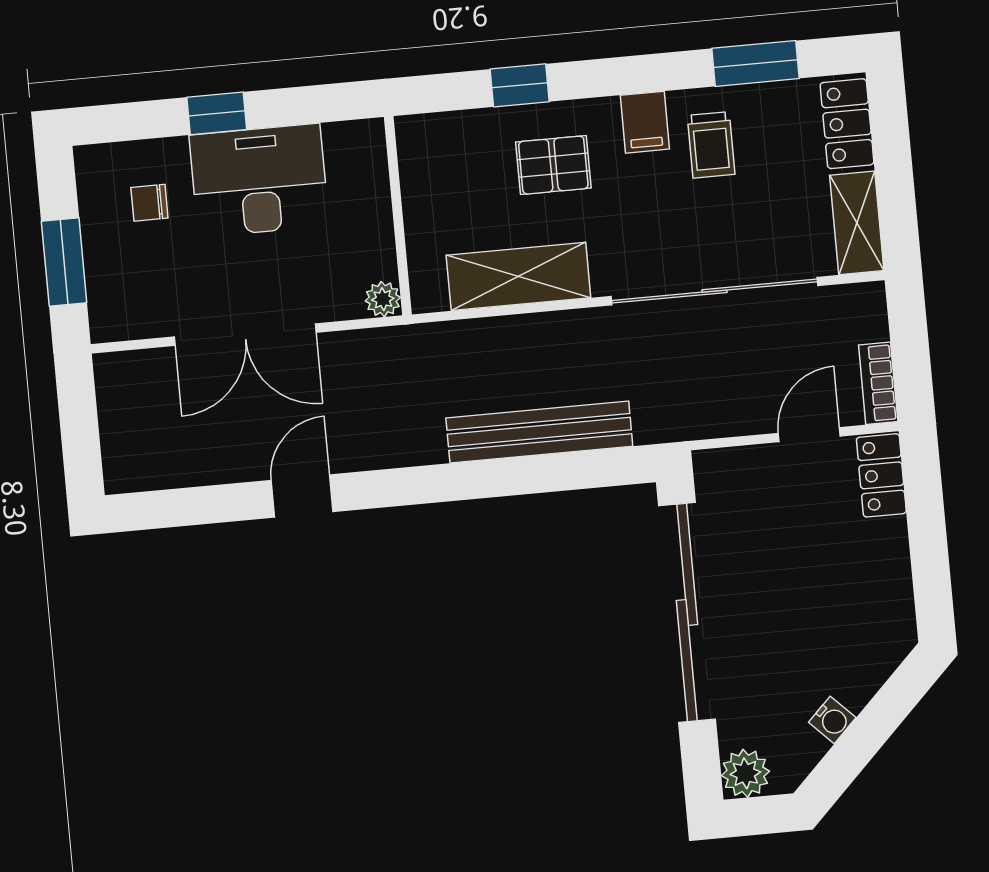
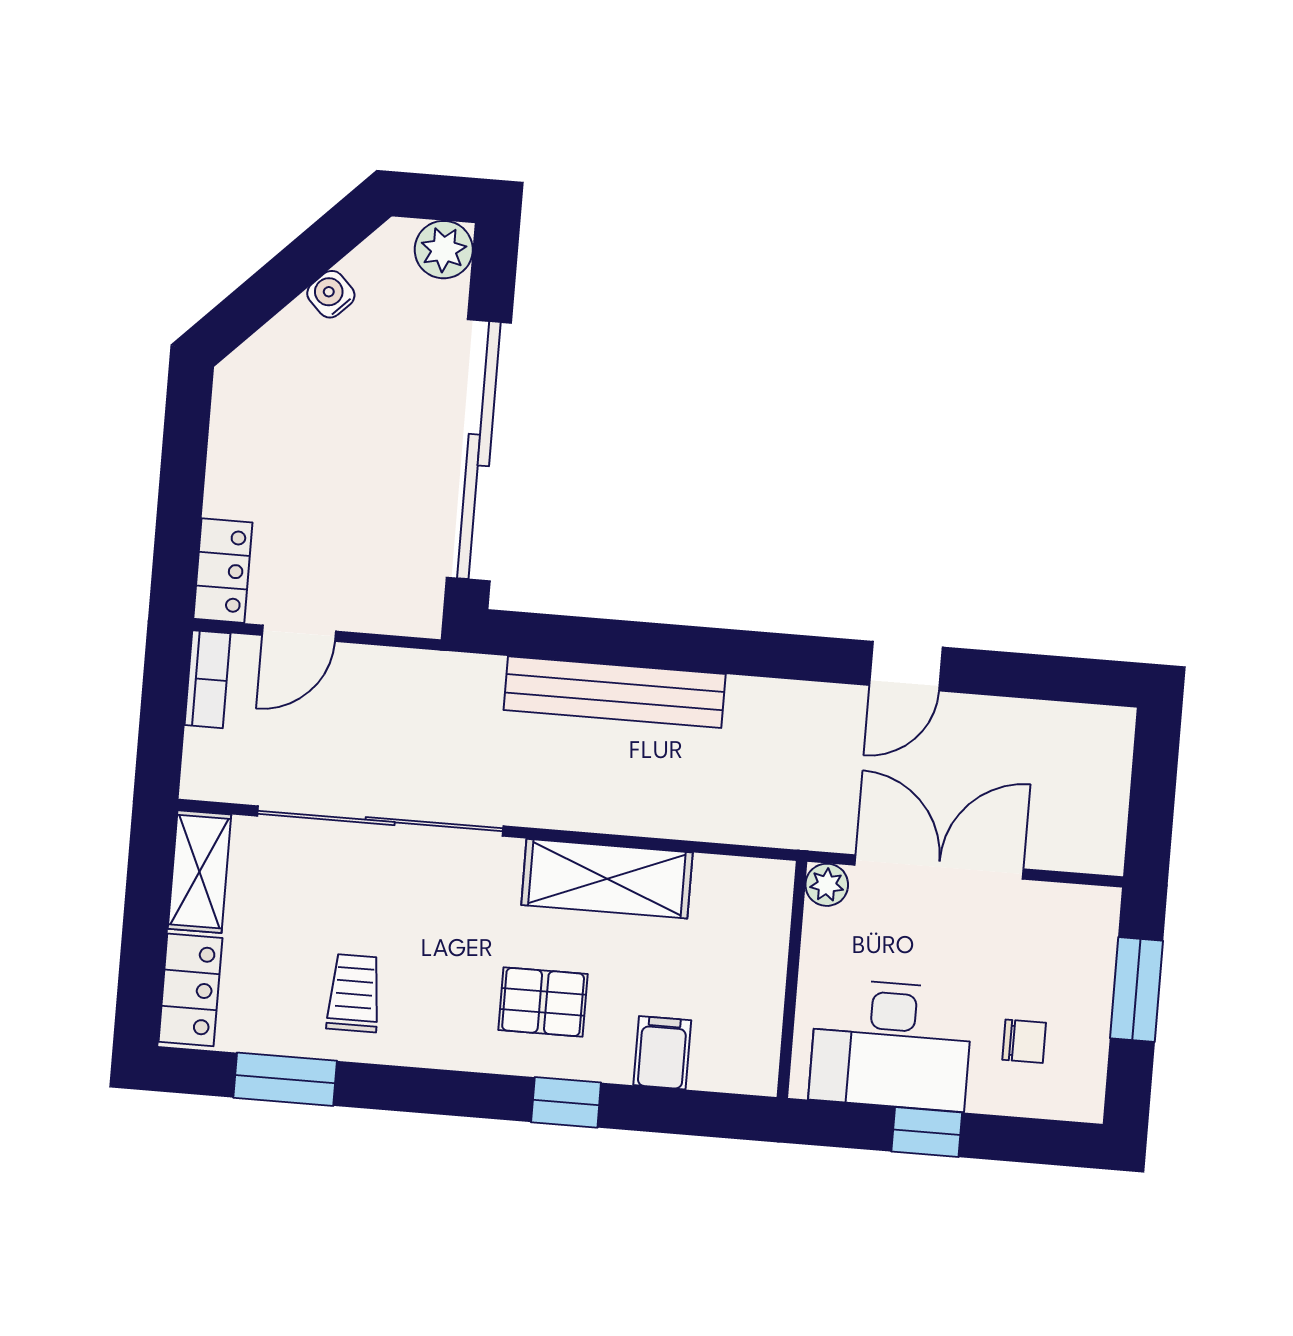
filing cabinet: (645, 122) -> (662, 1053), moved
wall: (398, 216) -> (792, 979), moved
plant: (383, 299) -> (827, 885), moved

